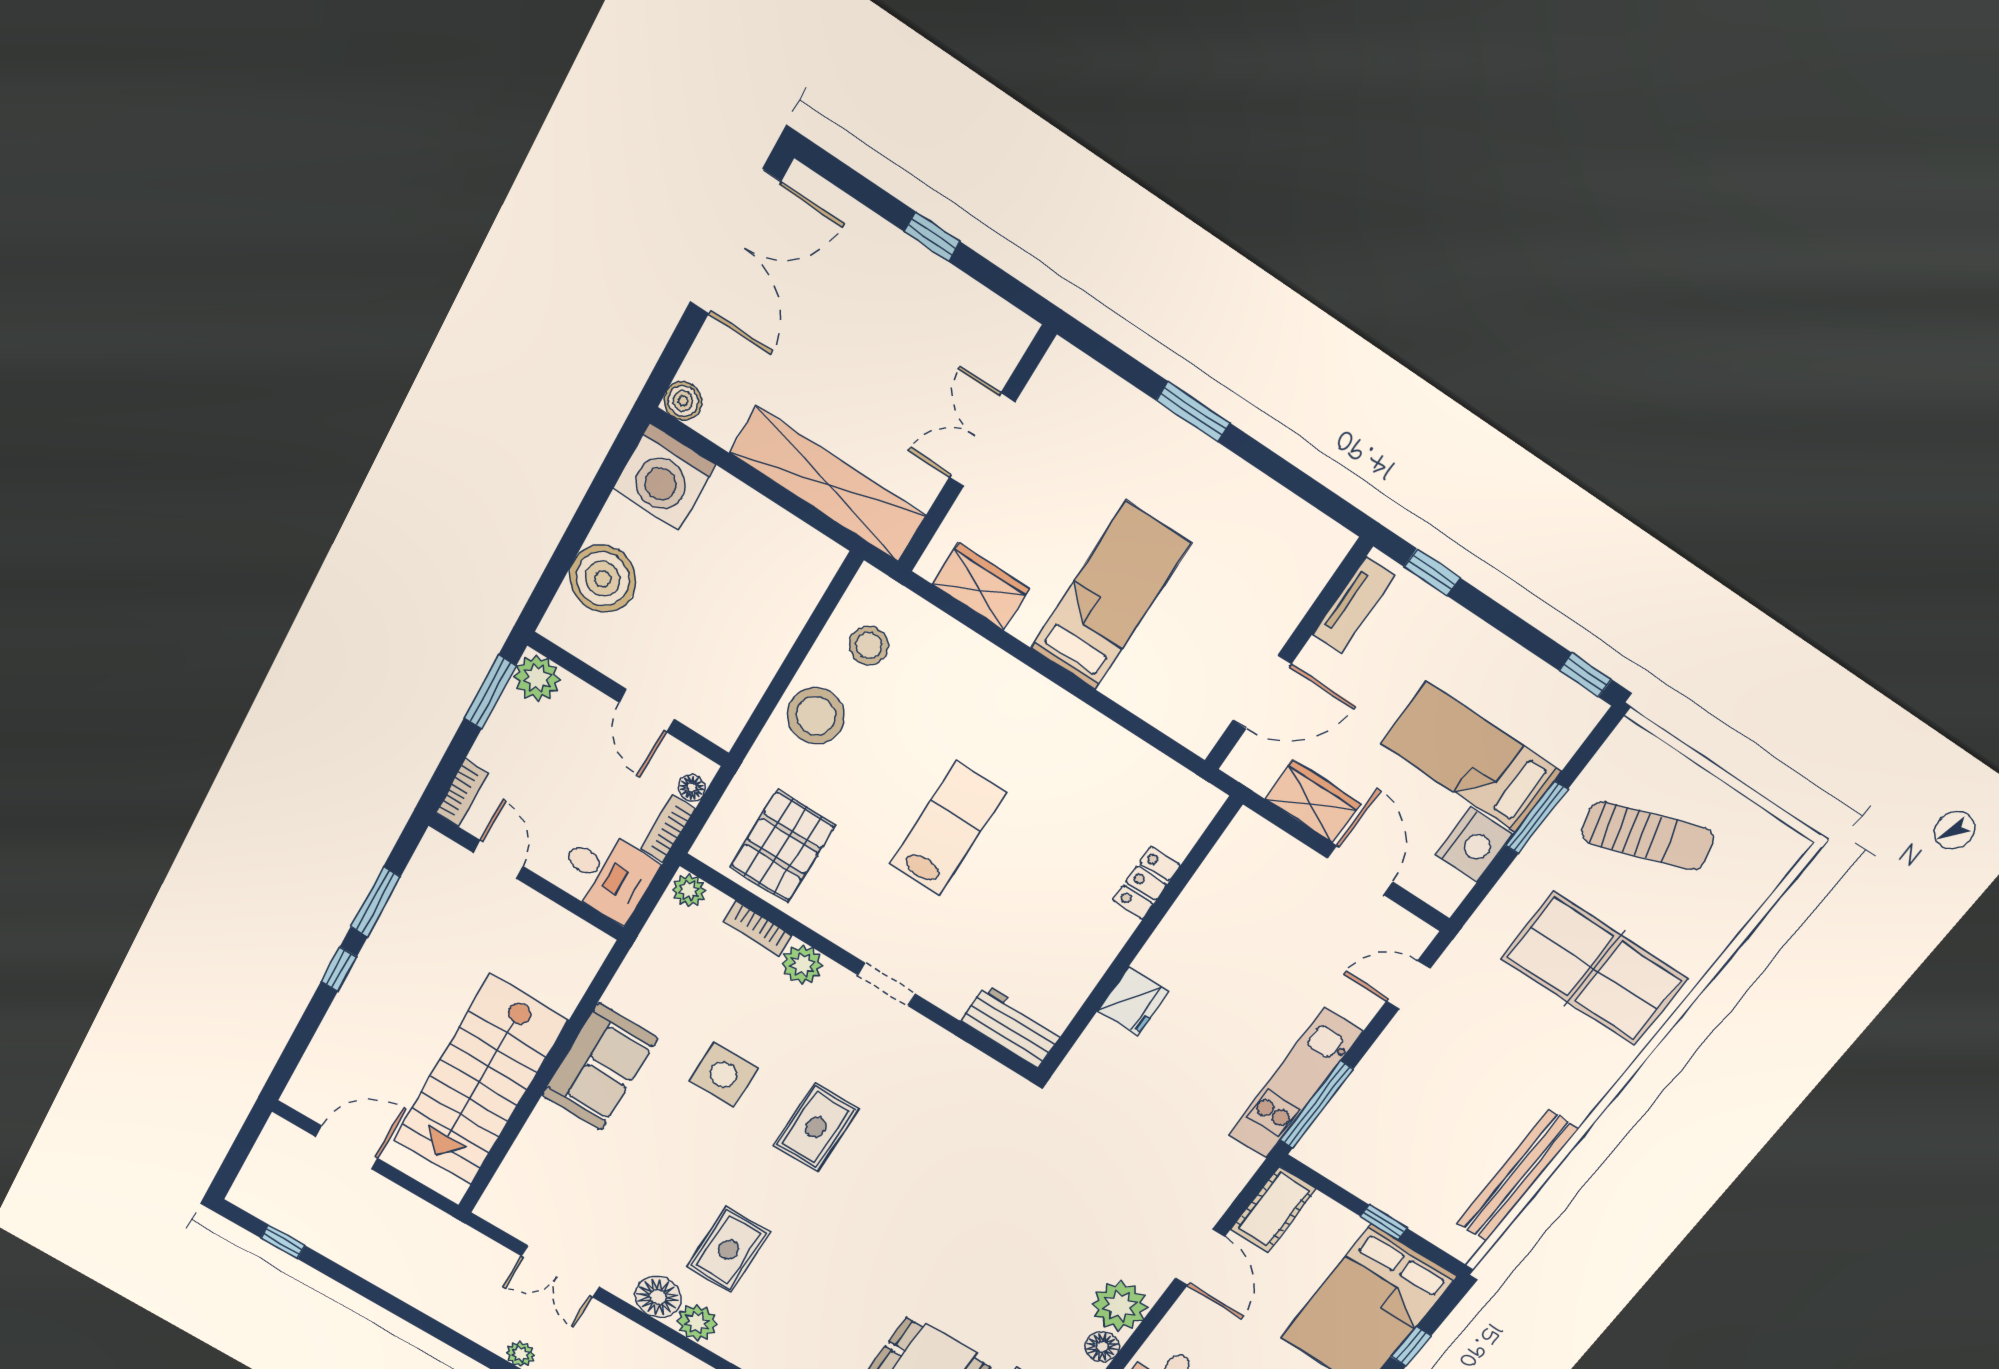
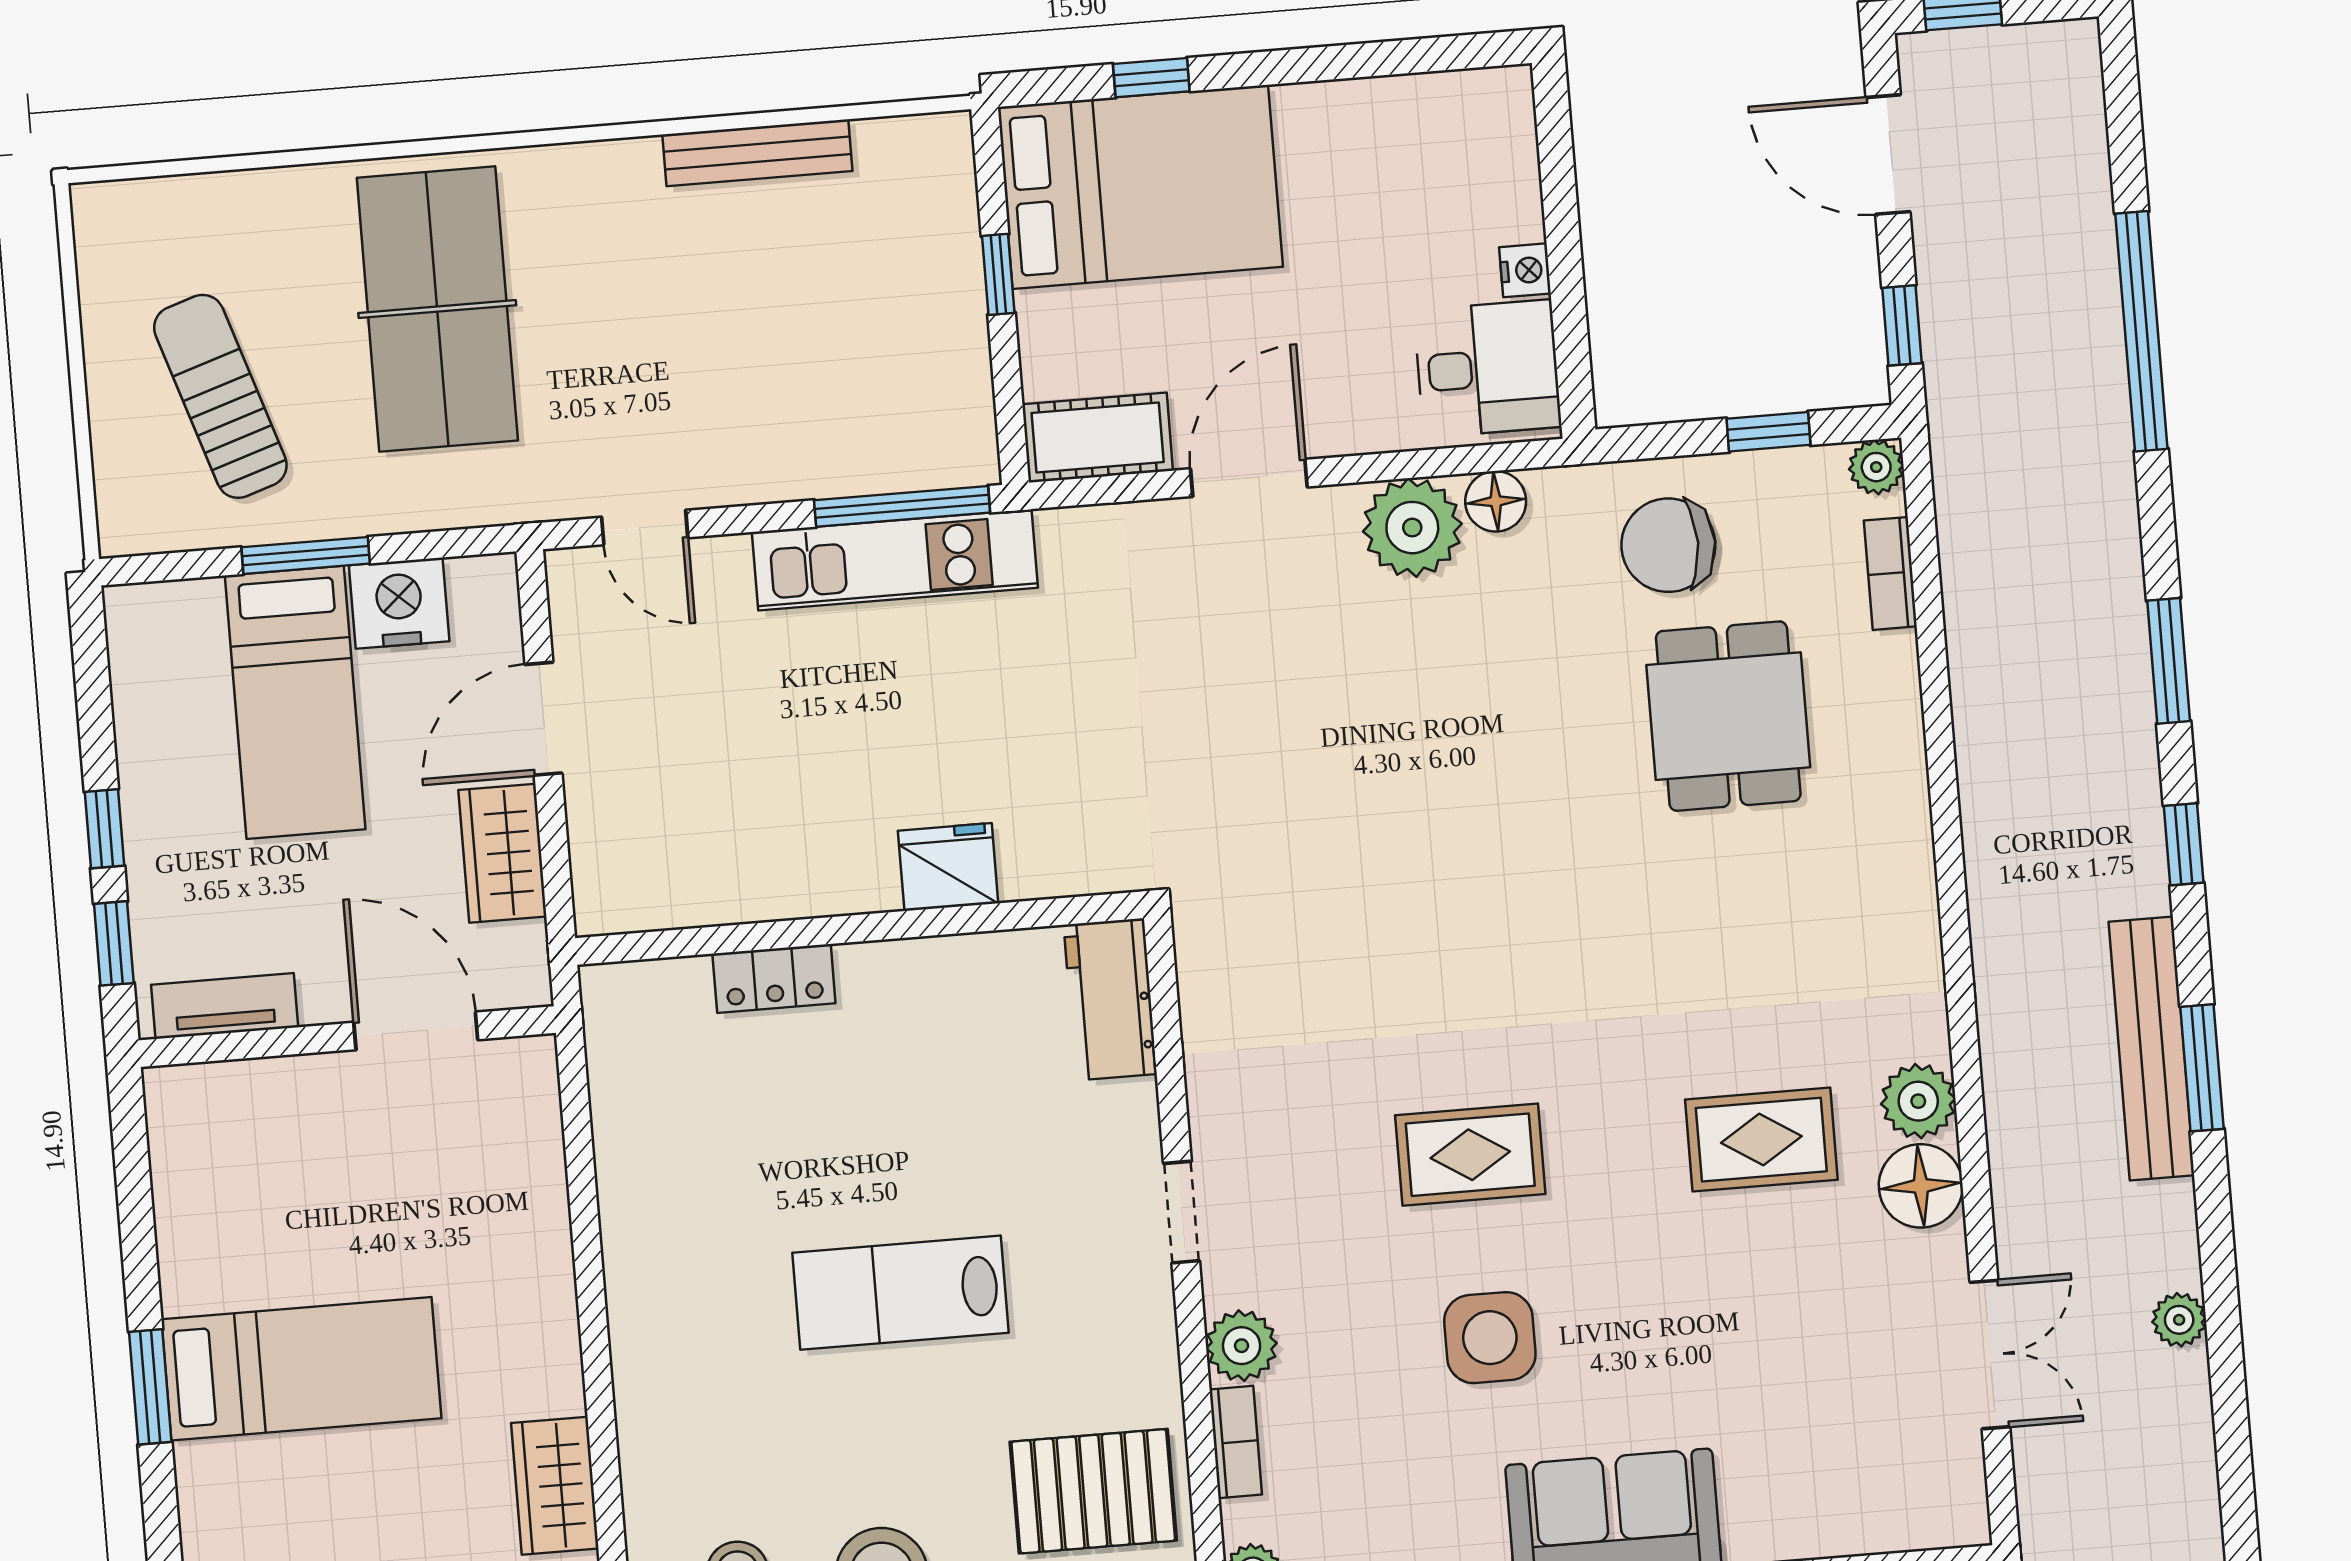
bed: (1110, 596) -> (301, 1369), moved, turned 180
window: (1585, 675) -> (104, 829), moved
bench: (1517, 1176) -> (757, 153), width x0.73, depth x0.82

